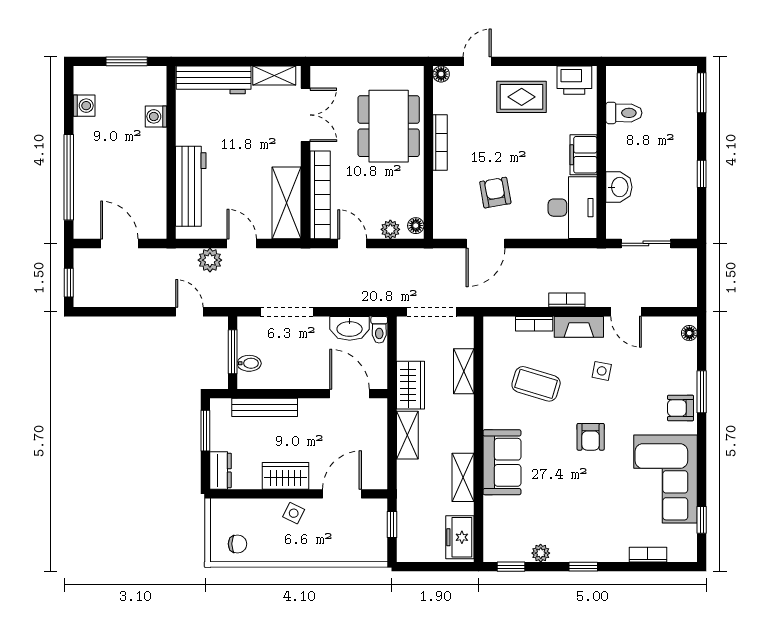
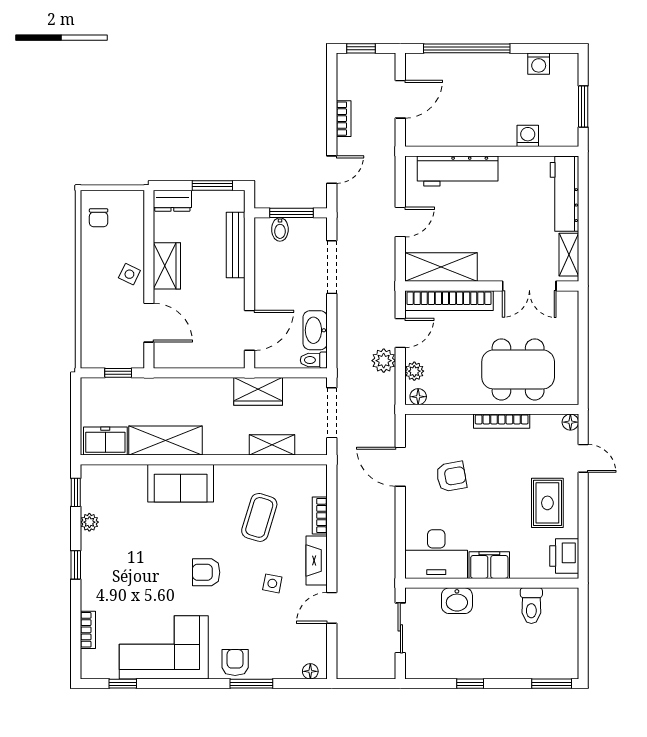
plant: (210, 260) -> (384, 361), moved
bookcase: (567, 300) -> (344, 119), moved
shelving: (407, 435) -> (208, 388), removed
shelving: (463, 477) -> (165, 440), width x1.50, depth x1.33

